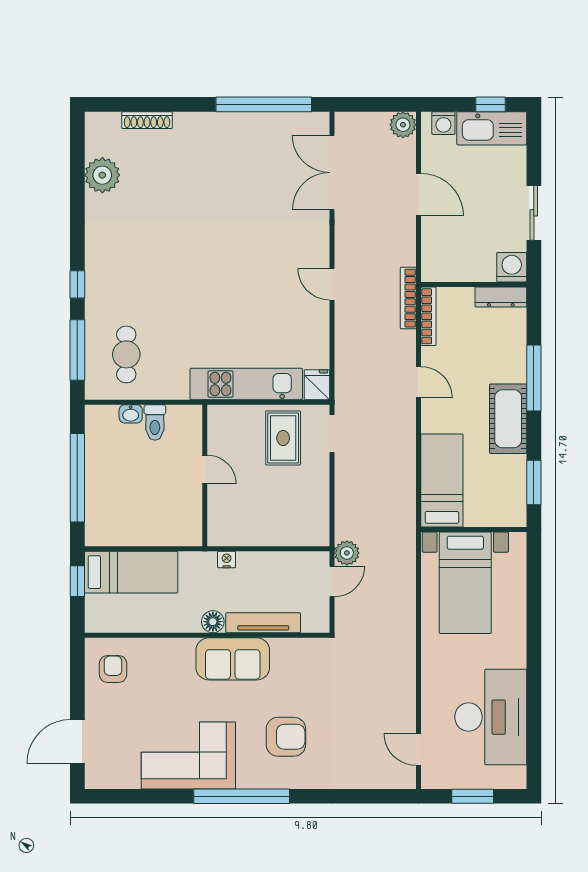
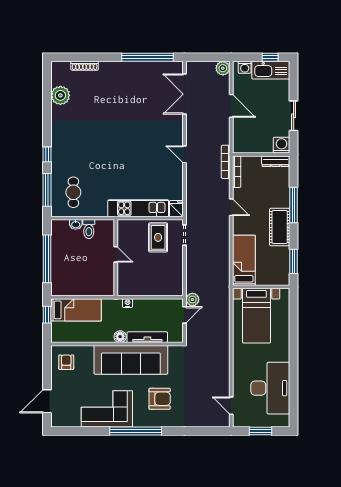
sofa: (233, 659) -> (131, 360), width x1.85, depth x1.27

